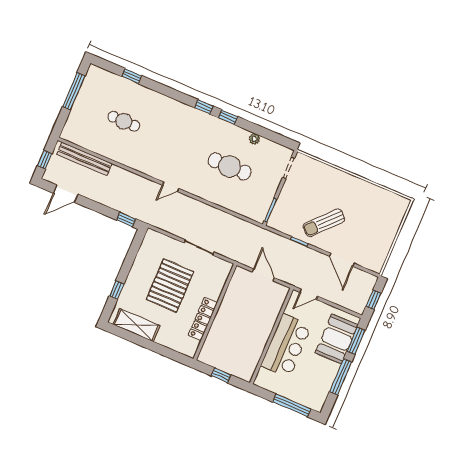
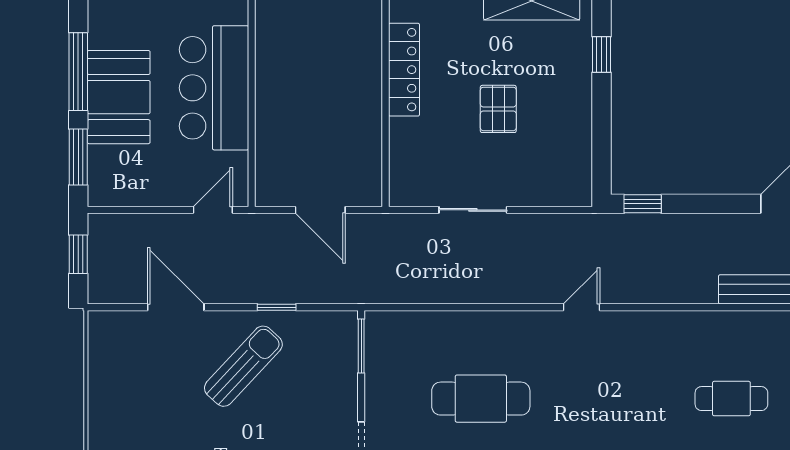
pallet: (170, 285) -> (498, 109), width x0.49, depth x0.50
booth: (337, 339) -> (119, 97), moved

